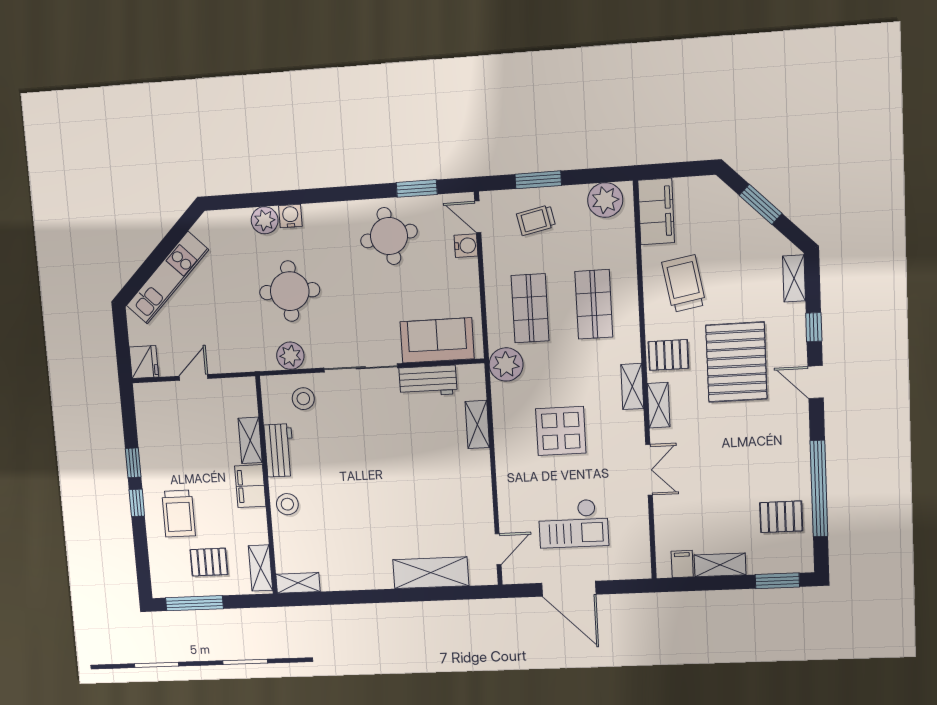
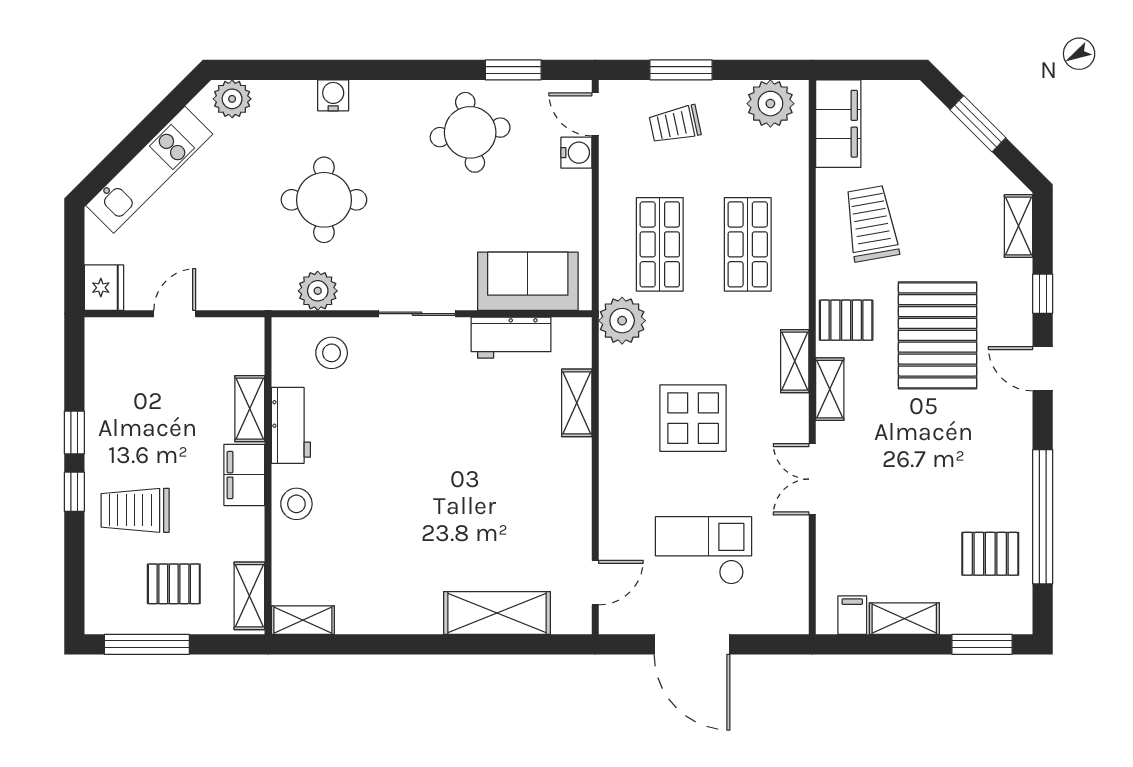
plant: (265, 220) -> (232, 99), moved
sliding door: (361, 368) -> (417, 314), width x0.73
double door: (649, 470) -> (812, 479), swing flipped
trolley: (179, 514) -> (135, 510), turned 90
checkout: (573, 523) -> (703, 550), turned 180

